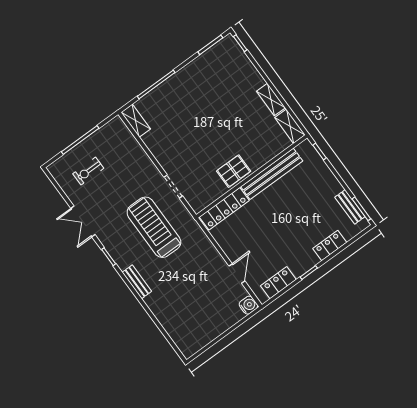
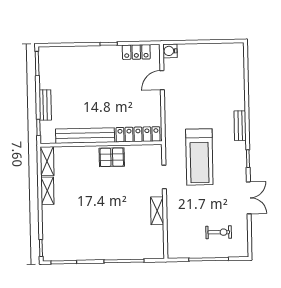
shelving: (136, 121) -> (157, 211), moved
bench: (350, 207) -> (45, 105), moved
locker: (330, 246) -> (79, 53), removed

